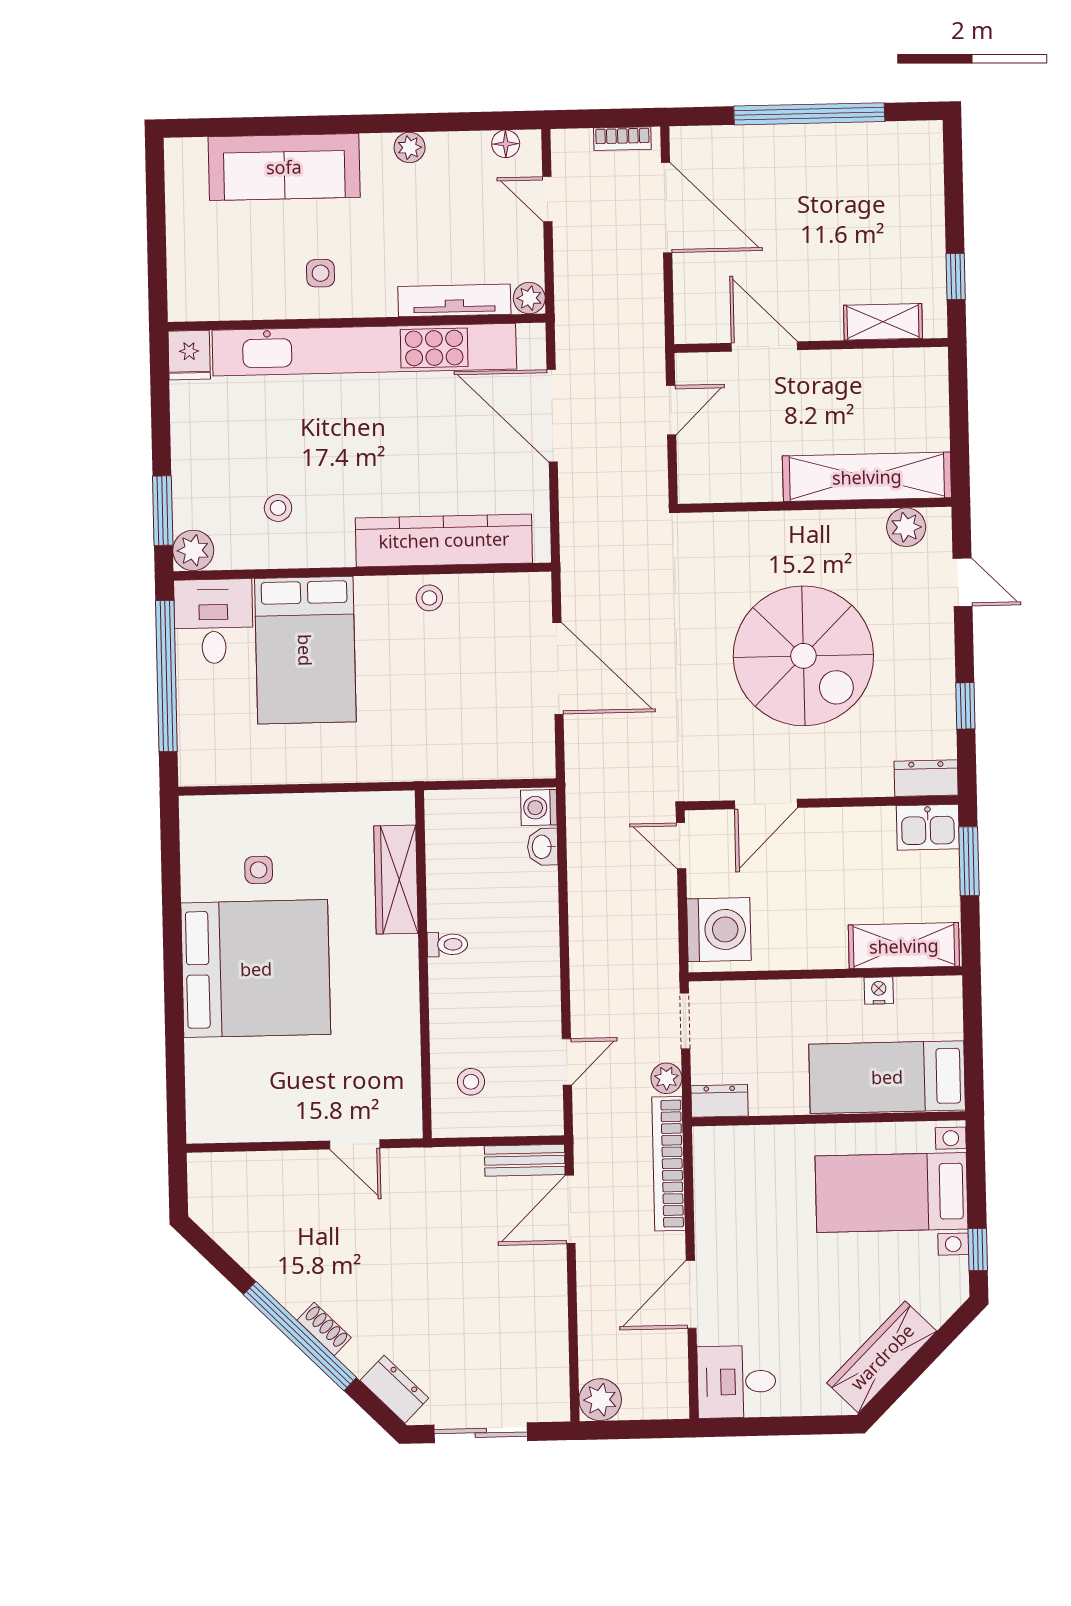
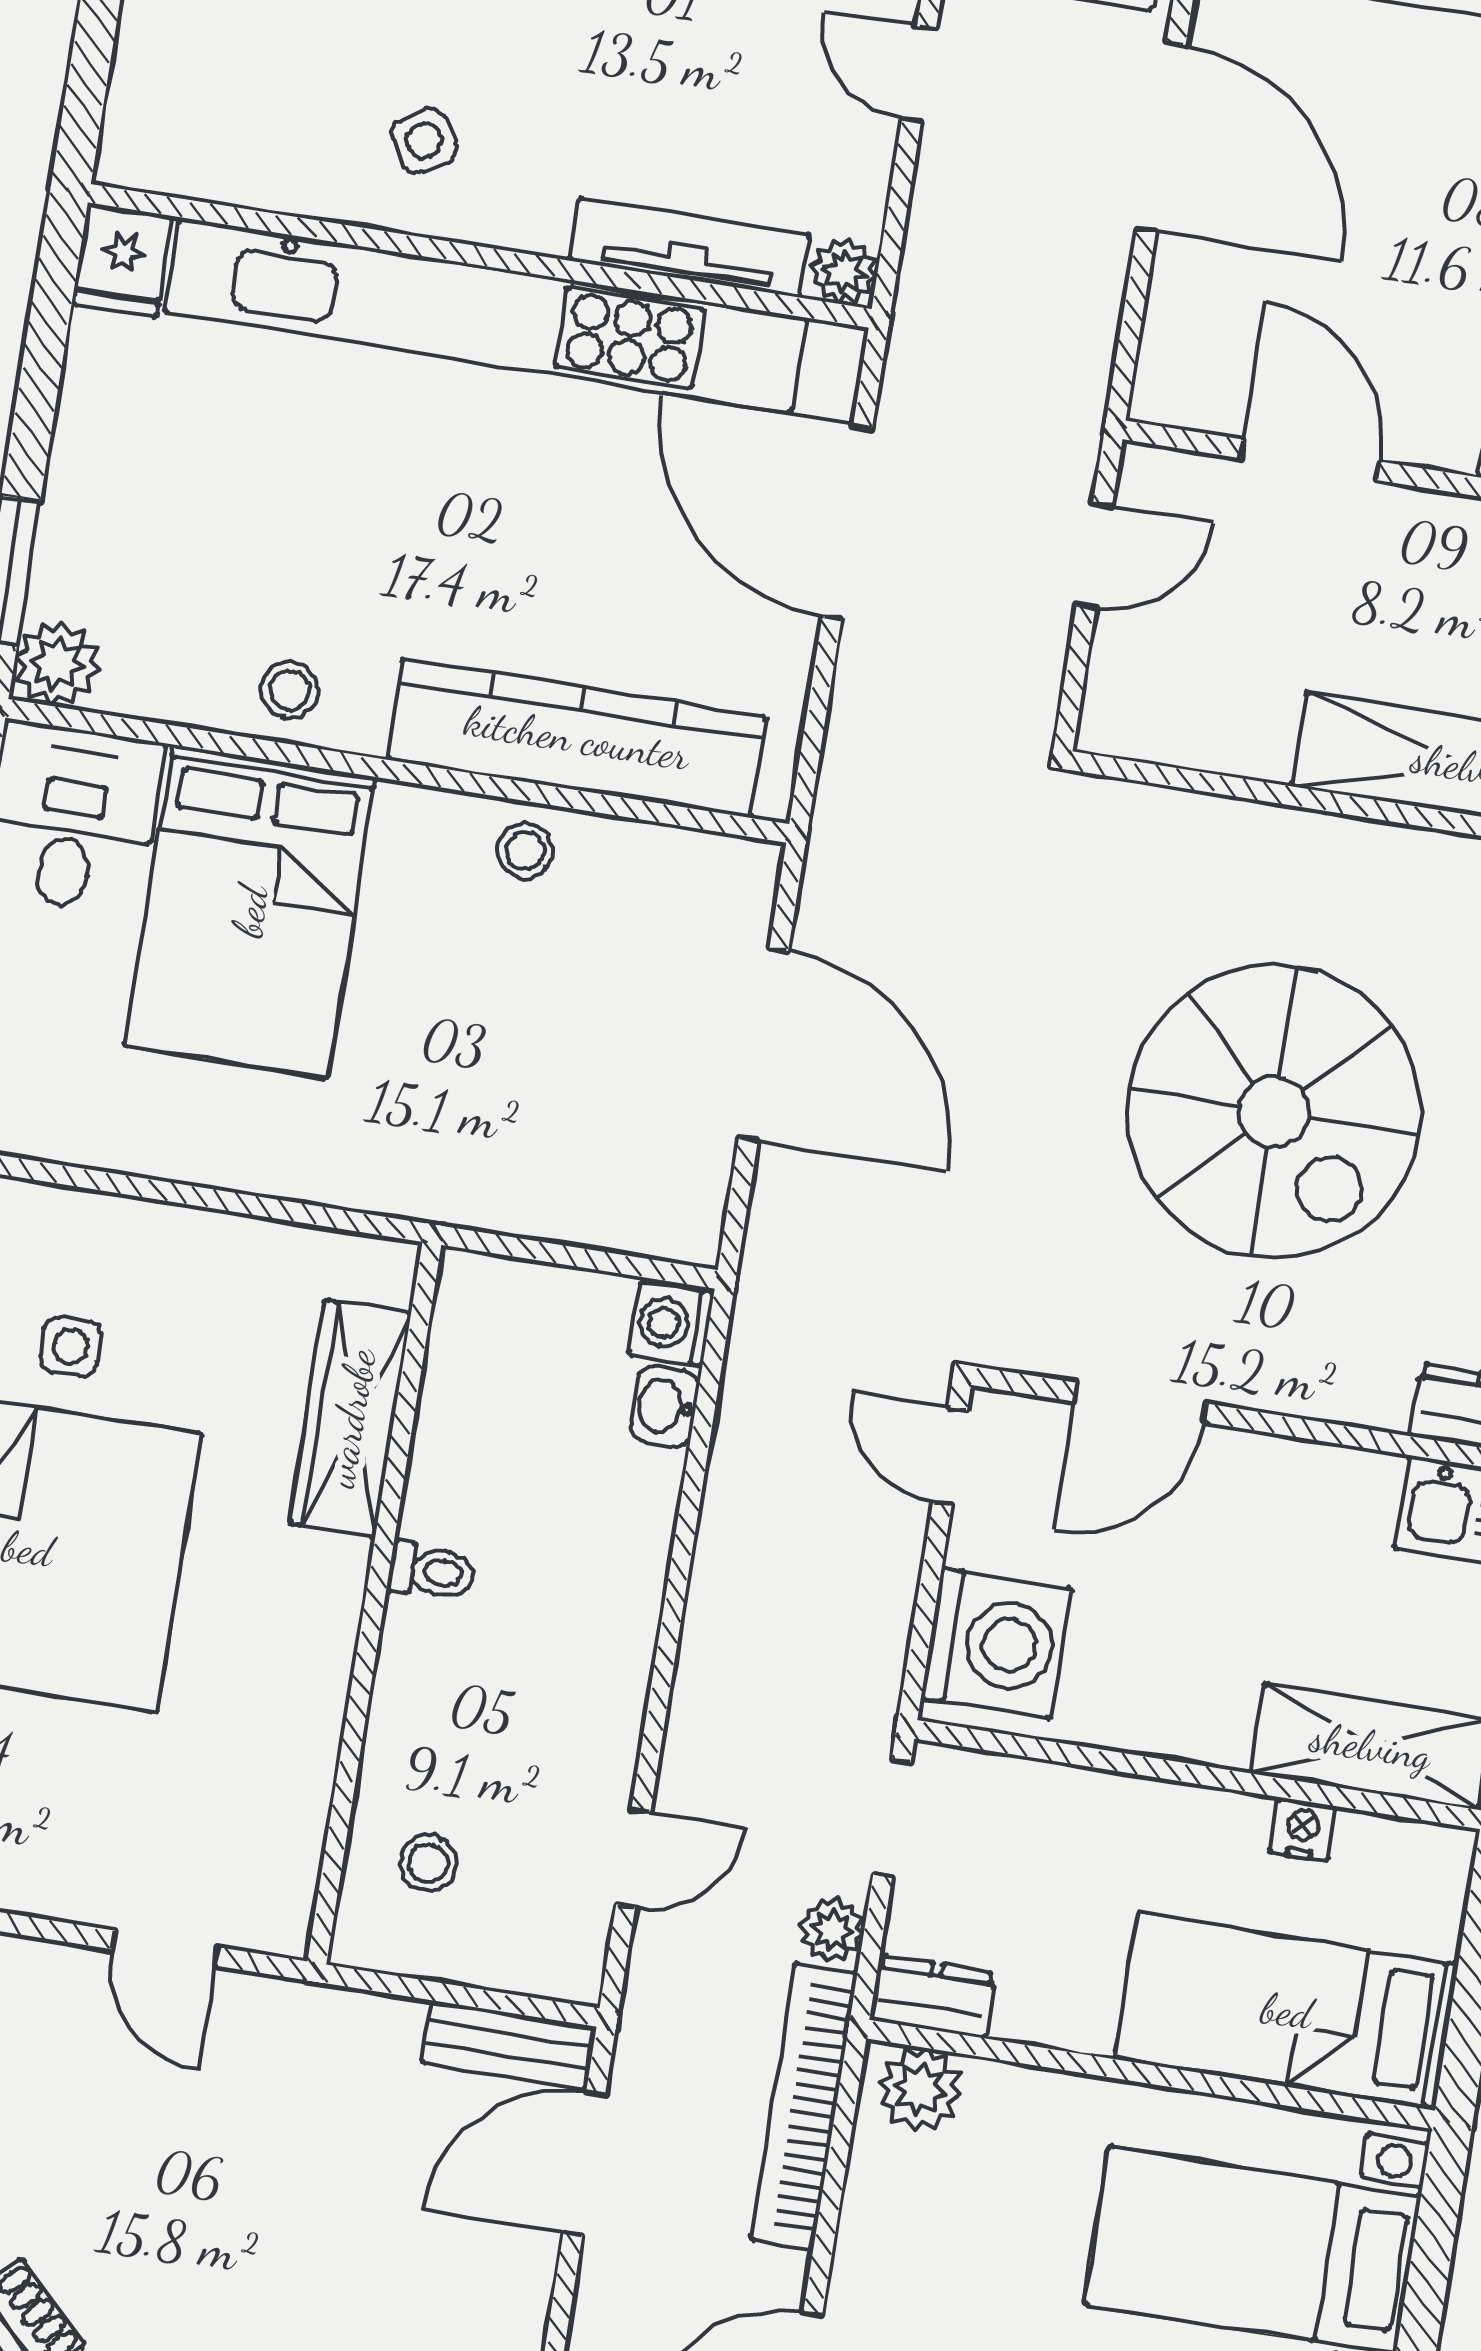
side table: (321, 273) -> (424, 141), turned -32
stool: (278, 508) -> (290, 690), moved
plant: (721, 1146) -> (920, 2089), added

